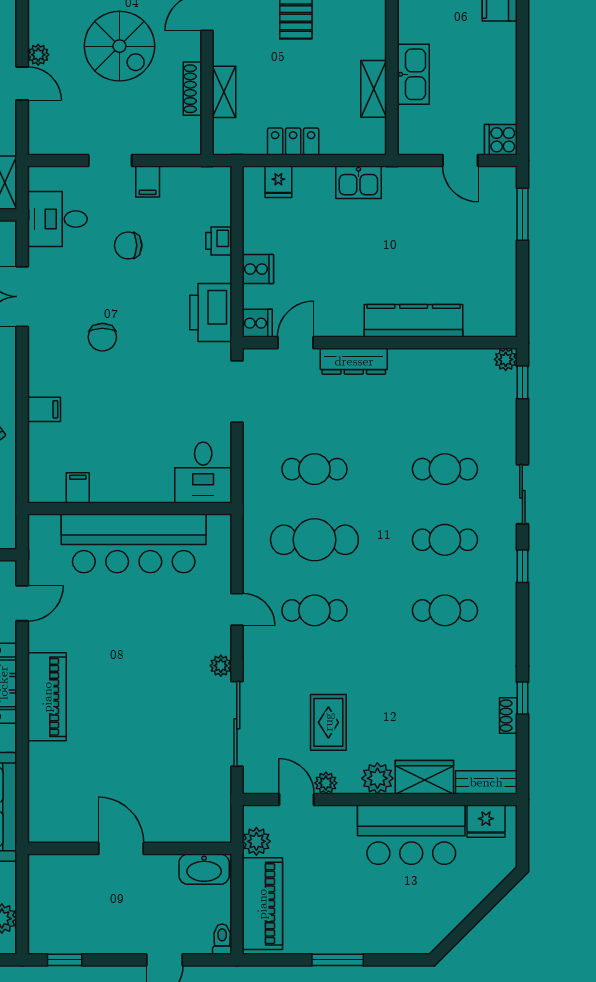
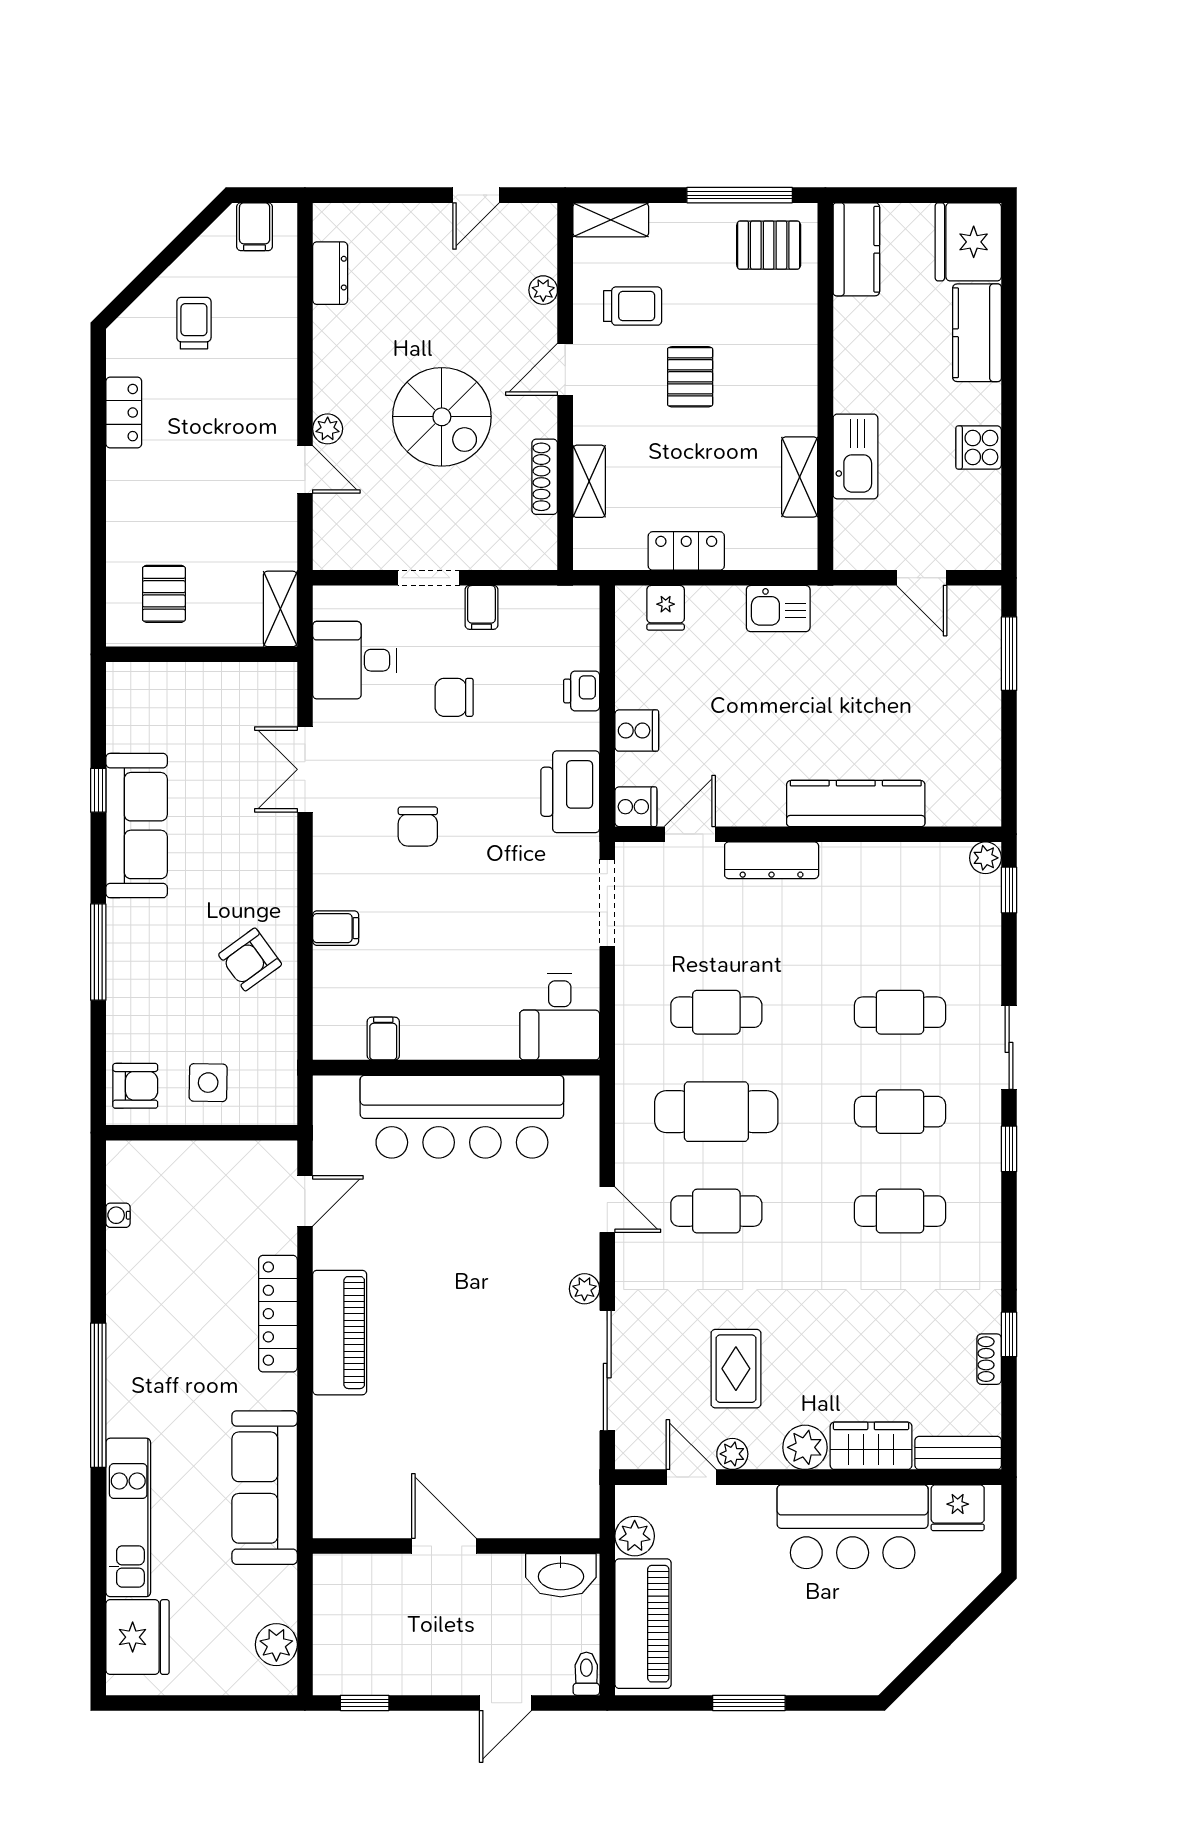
cooker: (501, 140) -> (979, 447), moved

